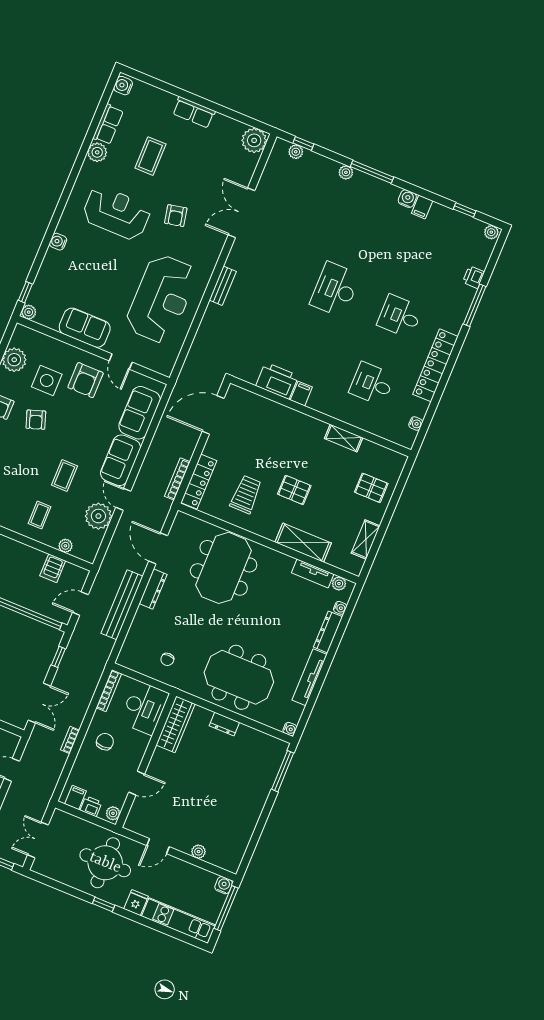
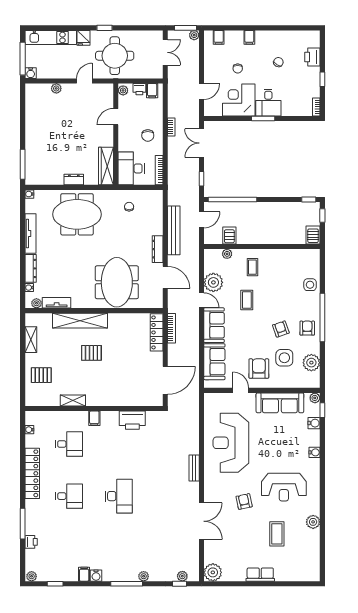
water cooler: (123, 86) -> (314, 423), moved
row of seats: (108, 124) -> (313, 543), removed
sofa: (85, 328) -> (280, 403), width x1.36
filing cabinet: (301, 394) -> (94, 418), moved
trolley: (246, 494) -> (122, 337), removed
shelving: (303, 543) -> (80, 321), width x1.47

